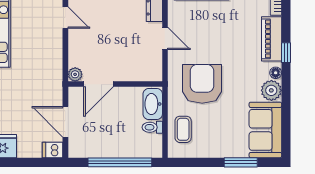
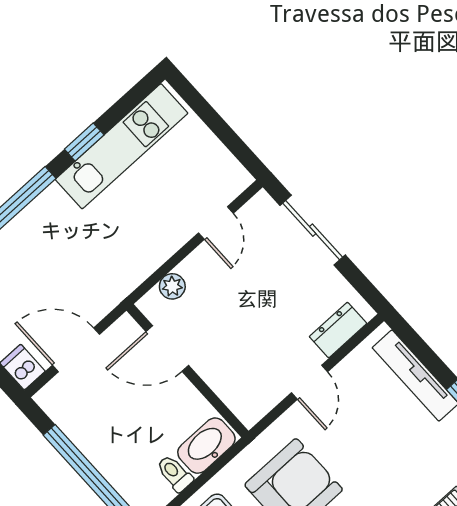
plant: (75, 74) -> (172, 286), moved
door: (65, 122) -> (76, 350), hinge flipped

